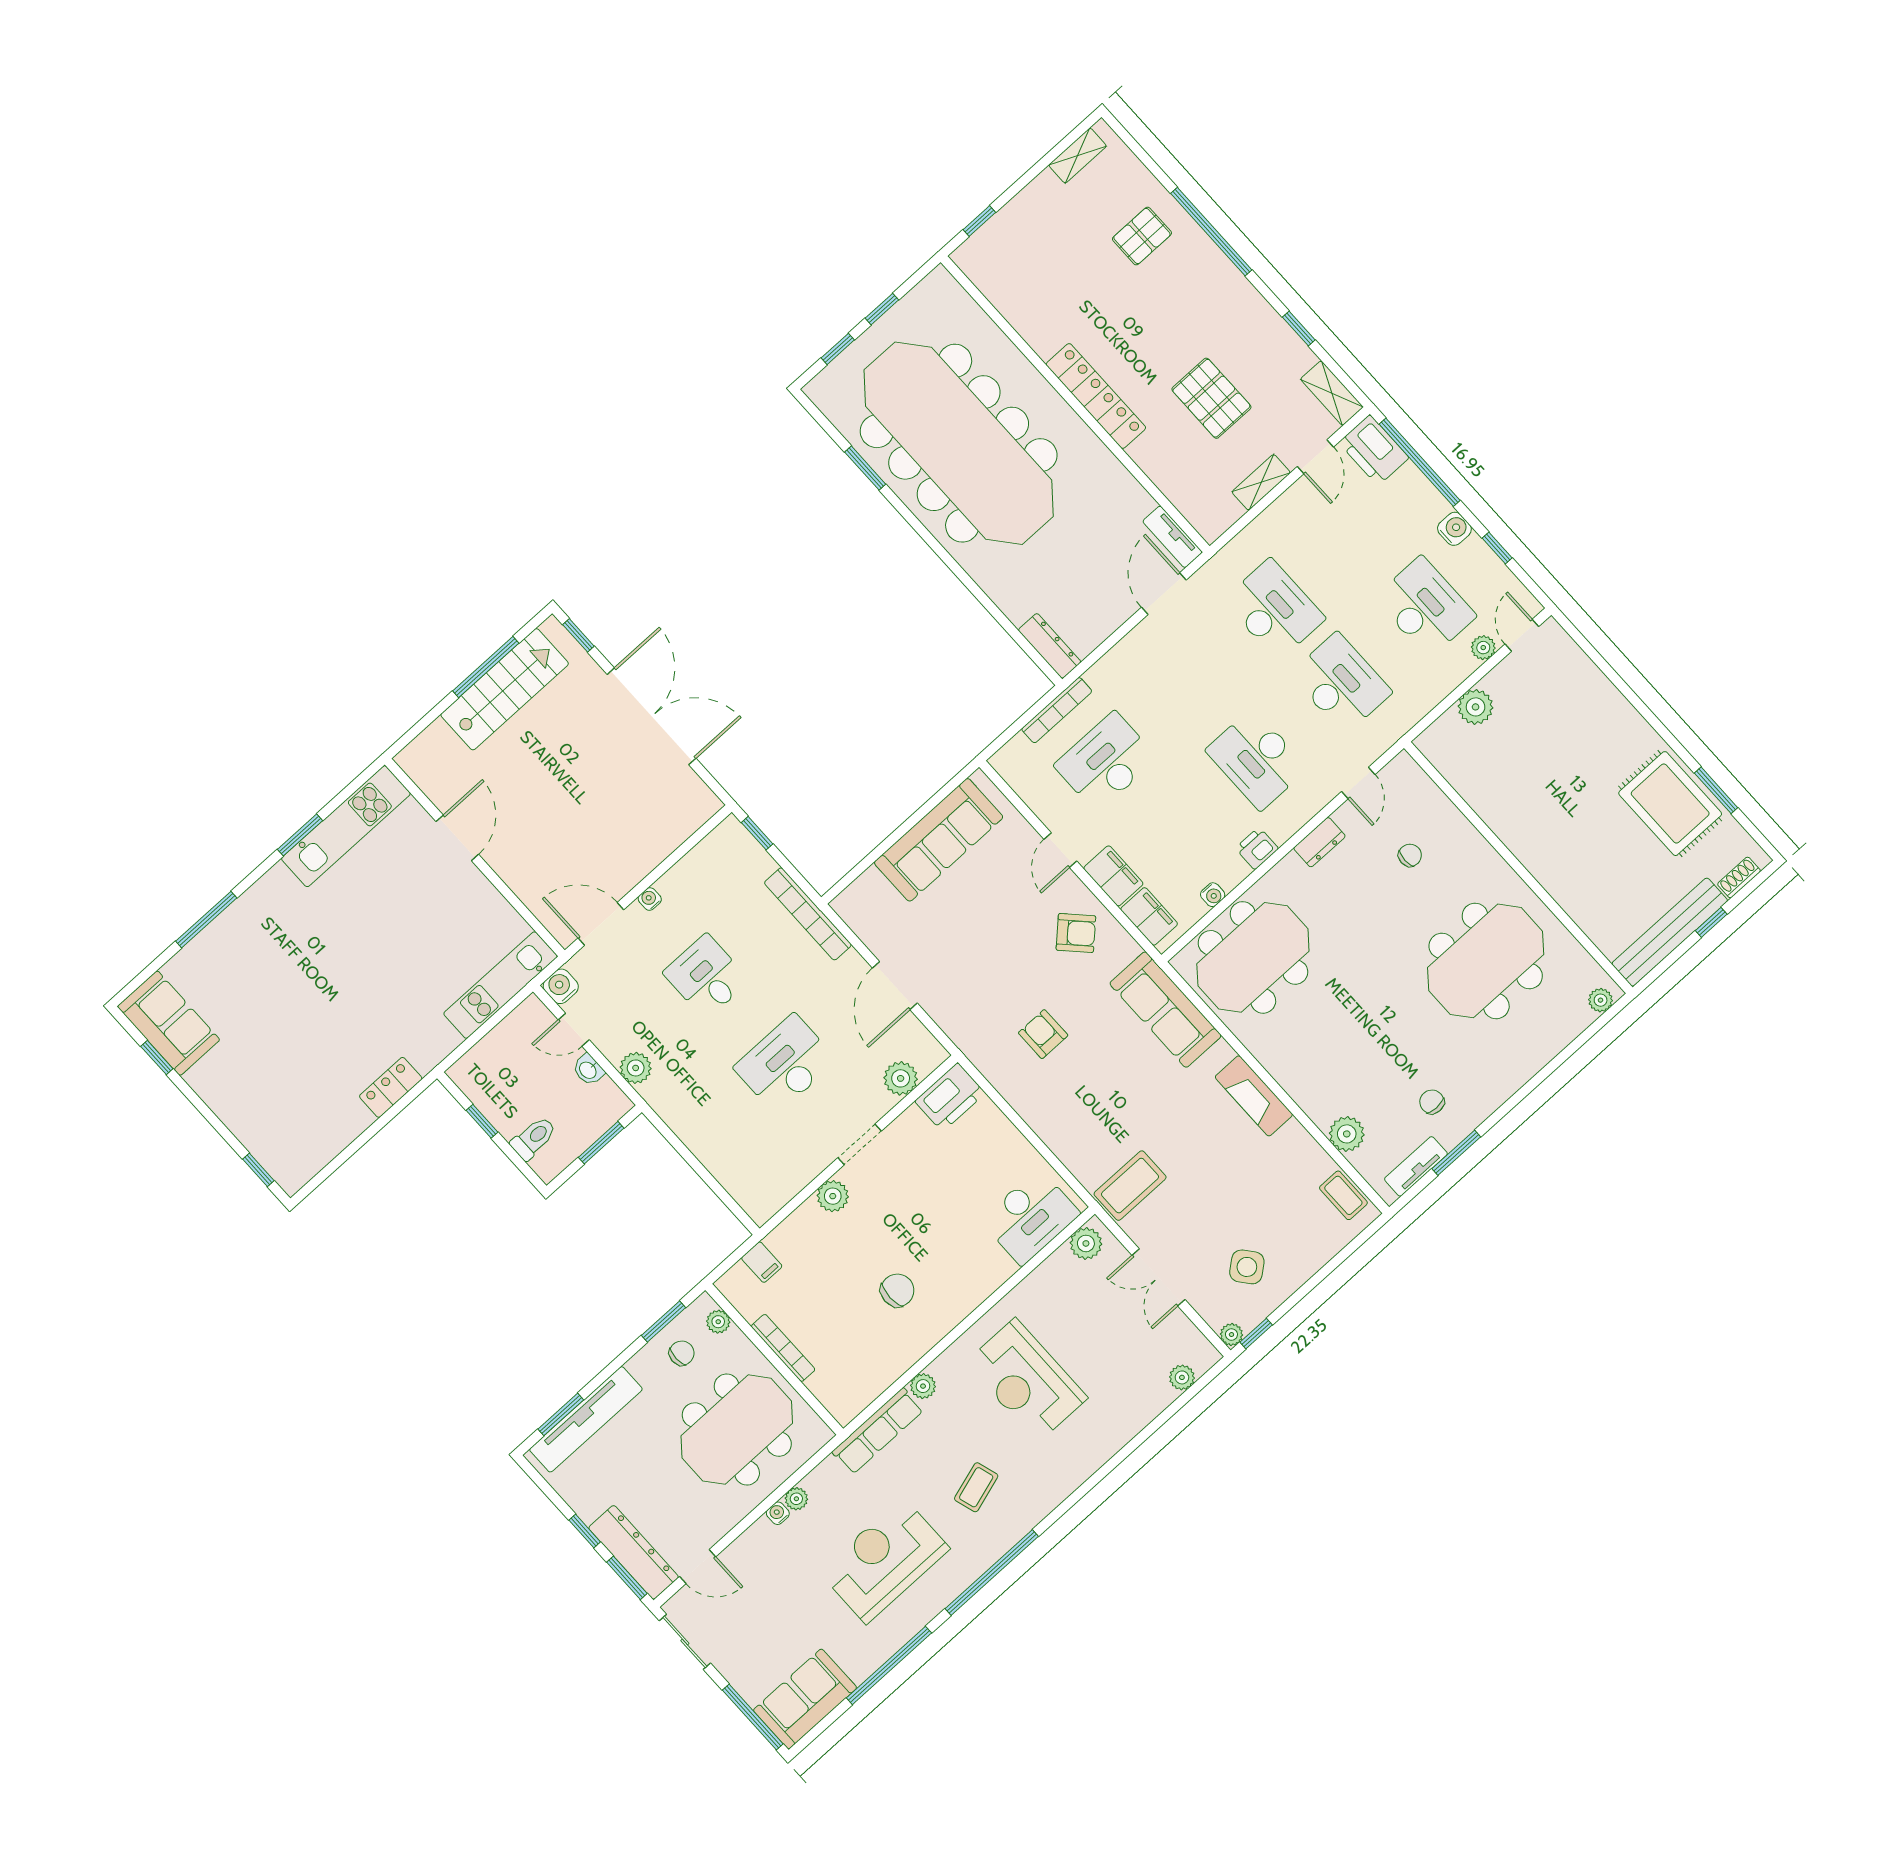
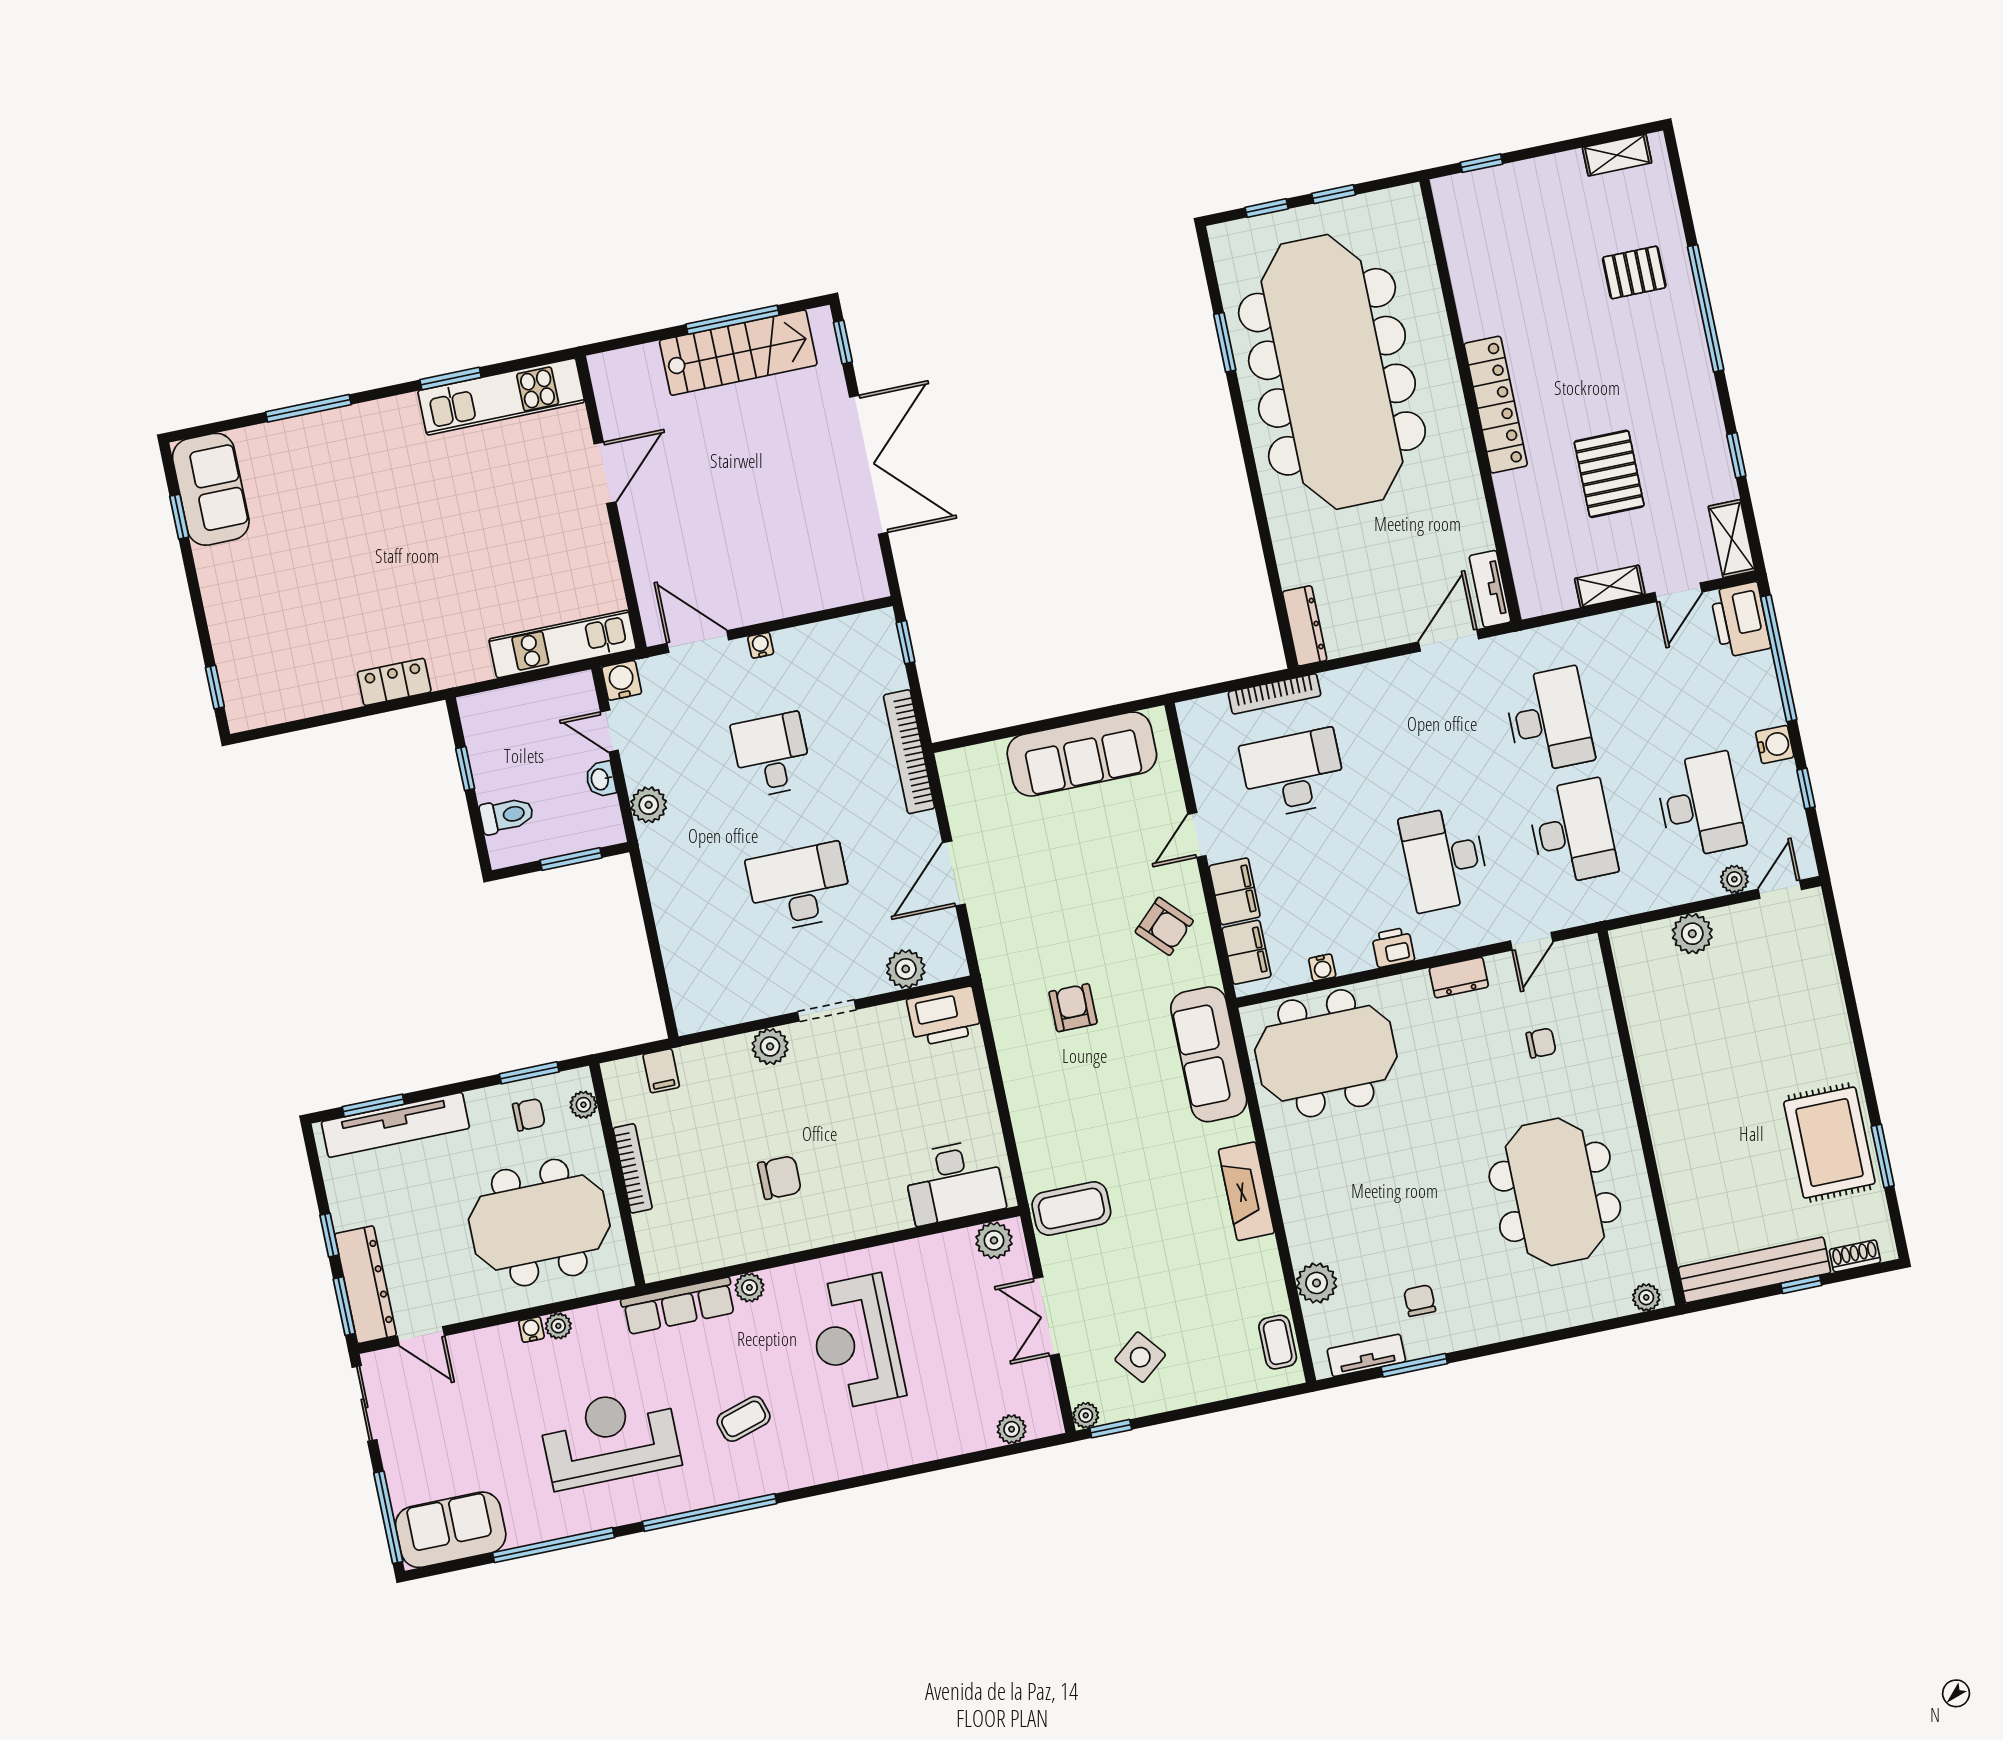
meeting table: (1486, 961) -> (1555, 1192), turned 90

